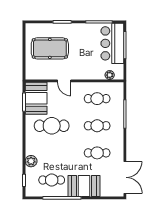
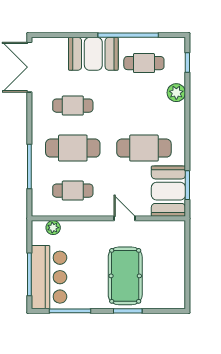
pool table: (50, 48) -> (125, 276), moved, turned 90
cafe table: (97, 126) -> (73, 148), width x1.37, depth x1.35

